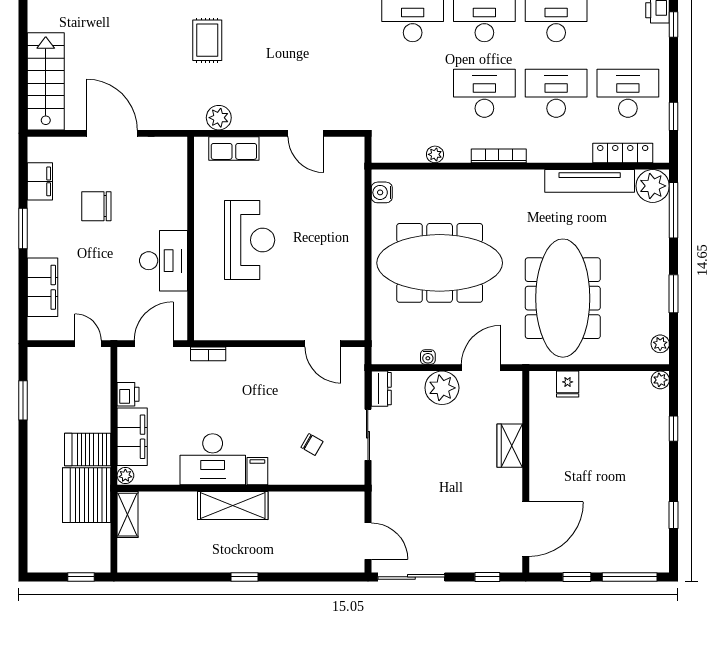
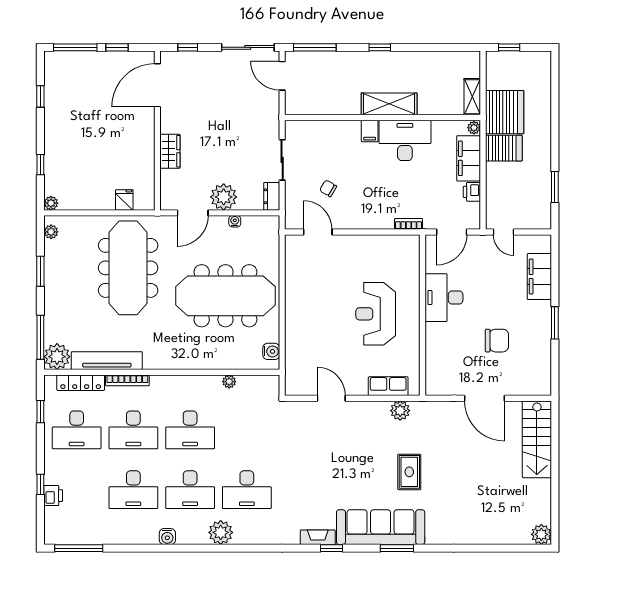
bookcase: (499, 156) -> (127, 380), moved
filing cabinet: (40, 181) -> (542, 360), removed
chair: (312, 444) -> (328, 188), moved
window: (327, 577) -> (315, 47), added

